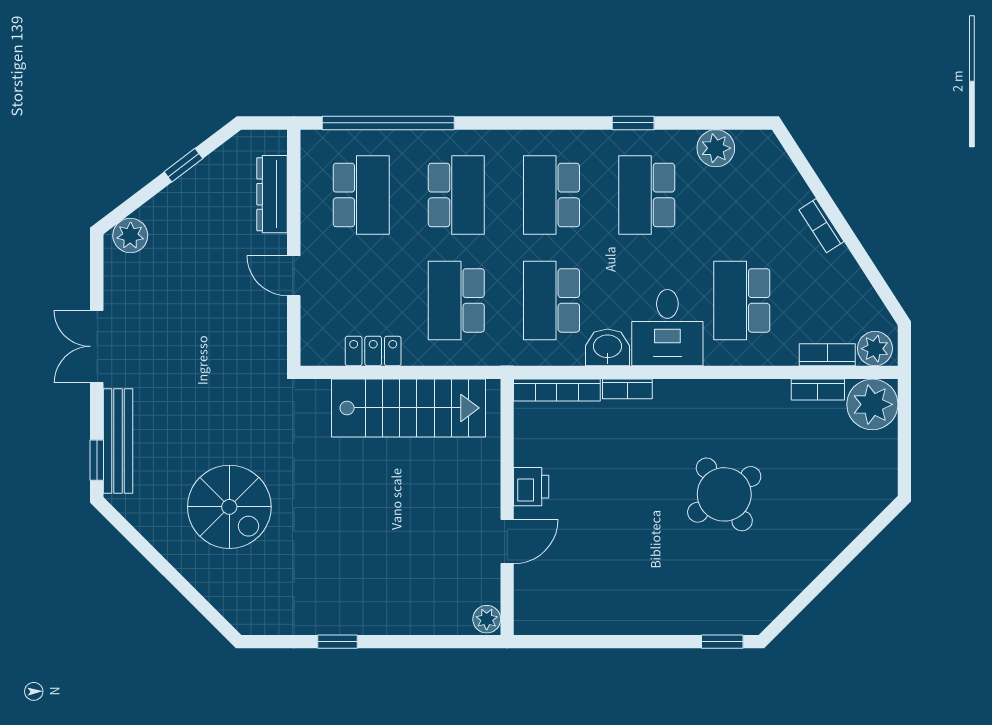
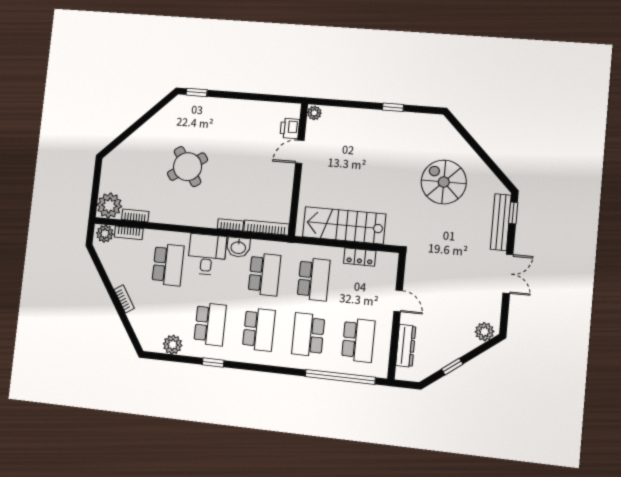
school desk: (361, 195) -> (358, 340), turned 180
printer: (531, 487) -> (290, 128), moved

